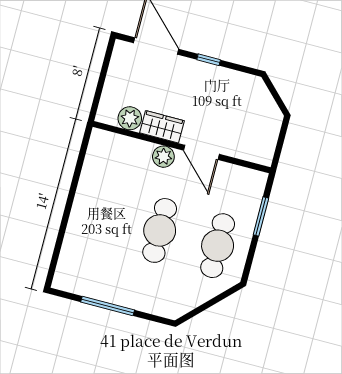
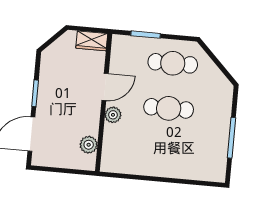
window: (209, 60) -> (35, 93), width x1.50
wardrobe: (162, 127) -> (92, 41), moved, turned -90

